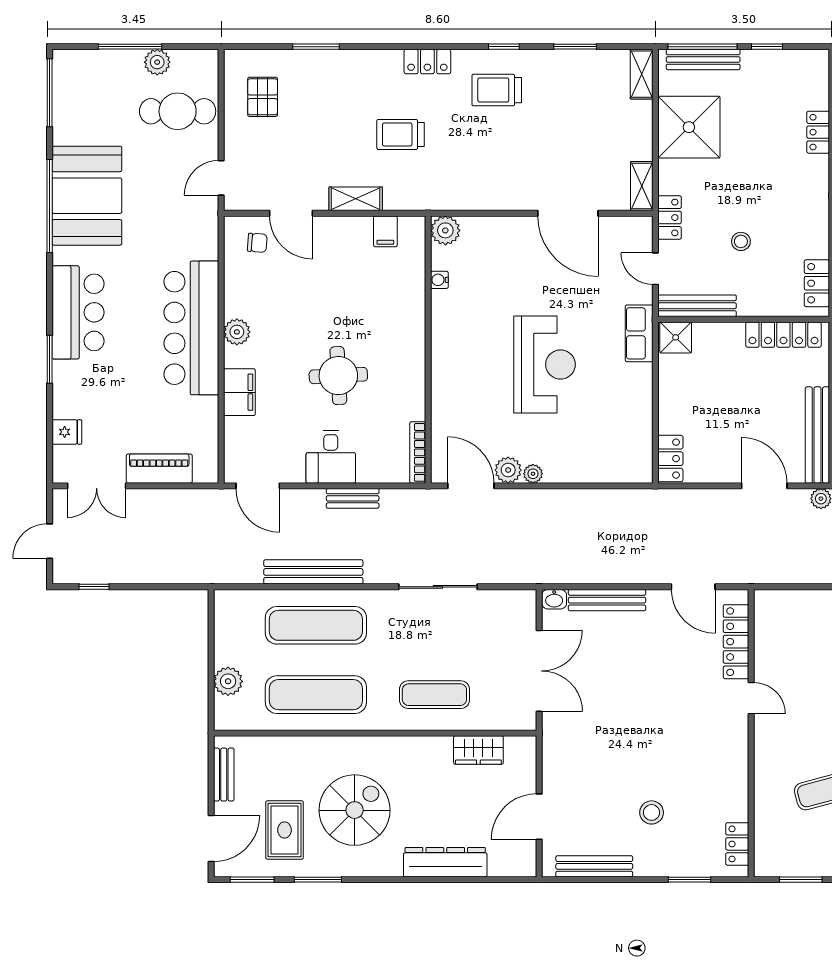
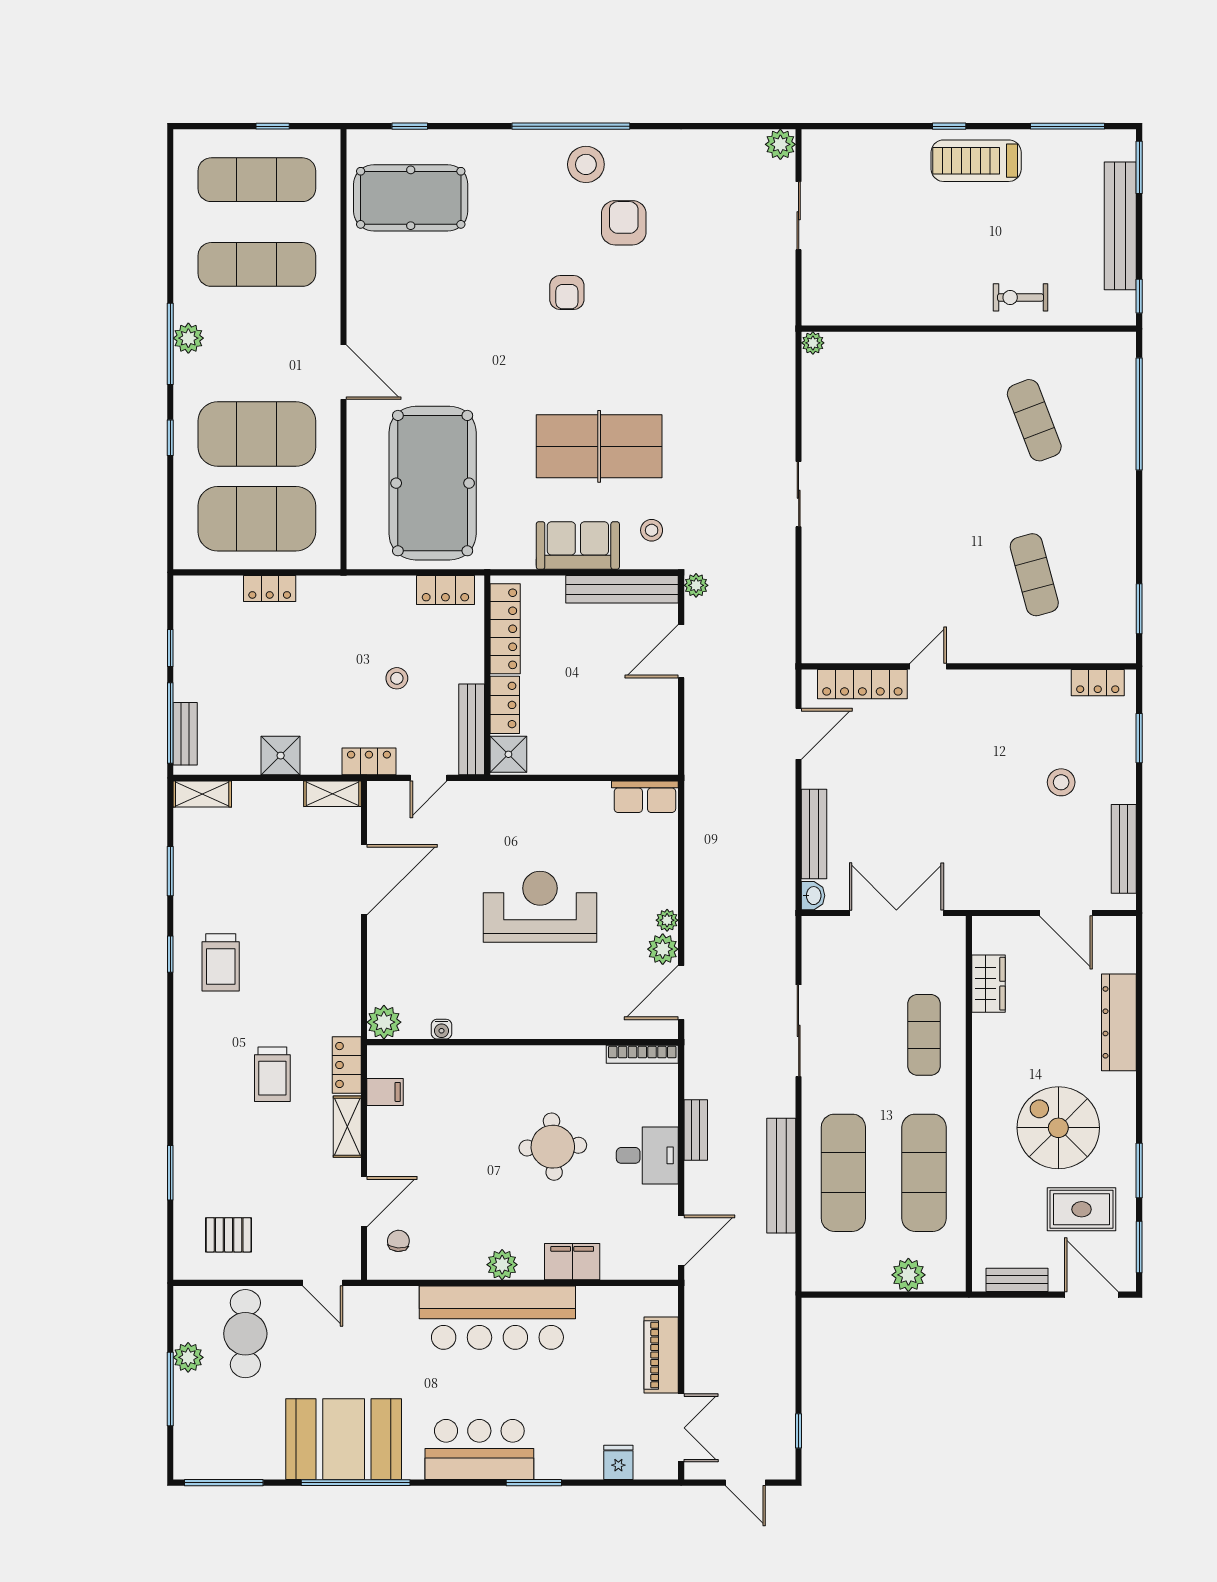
bench: (703, 59) -> (185, 734), width x0.73
locker: (427, 62) -> (347, 1065), moved, turned 180
shower: (689, 127) -> (281, 756), width x0.54, depth x0.54
row of seats: (639, 333) -> (645, 797), moved
locker: (670, 459) -> (505, 705), moved, turned 90

